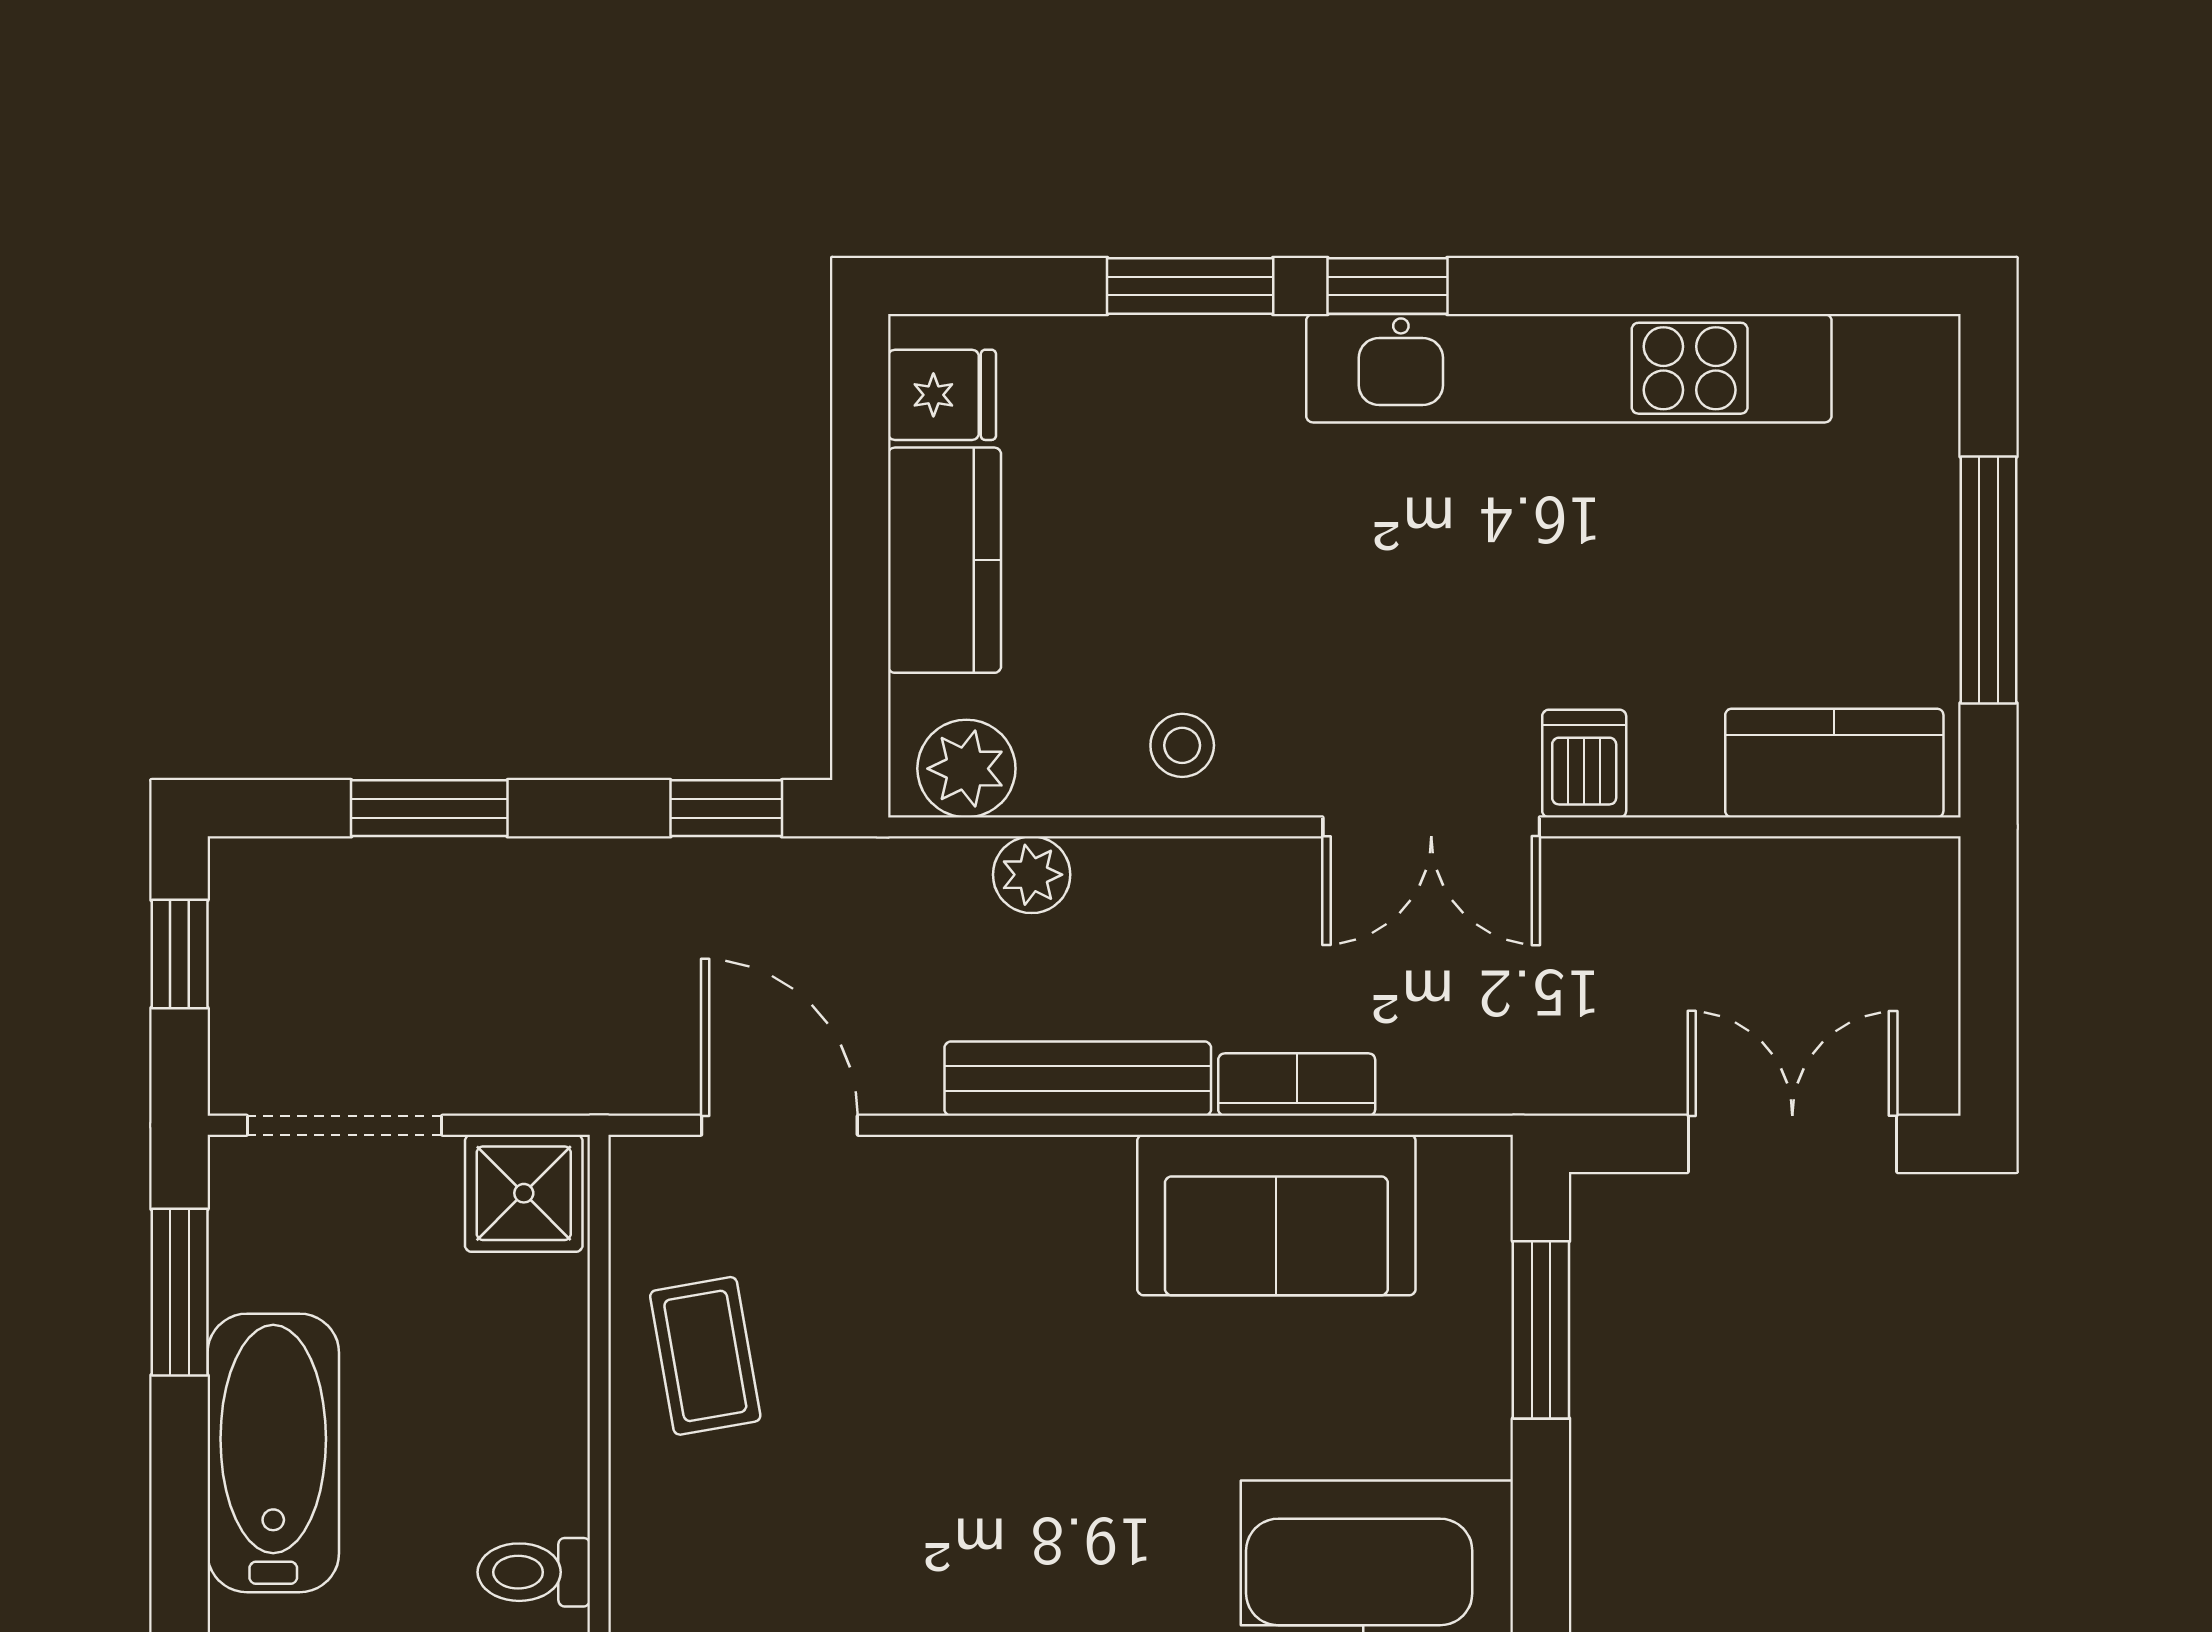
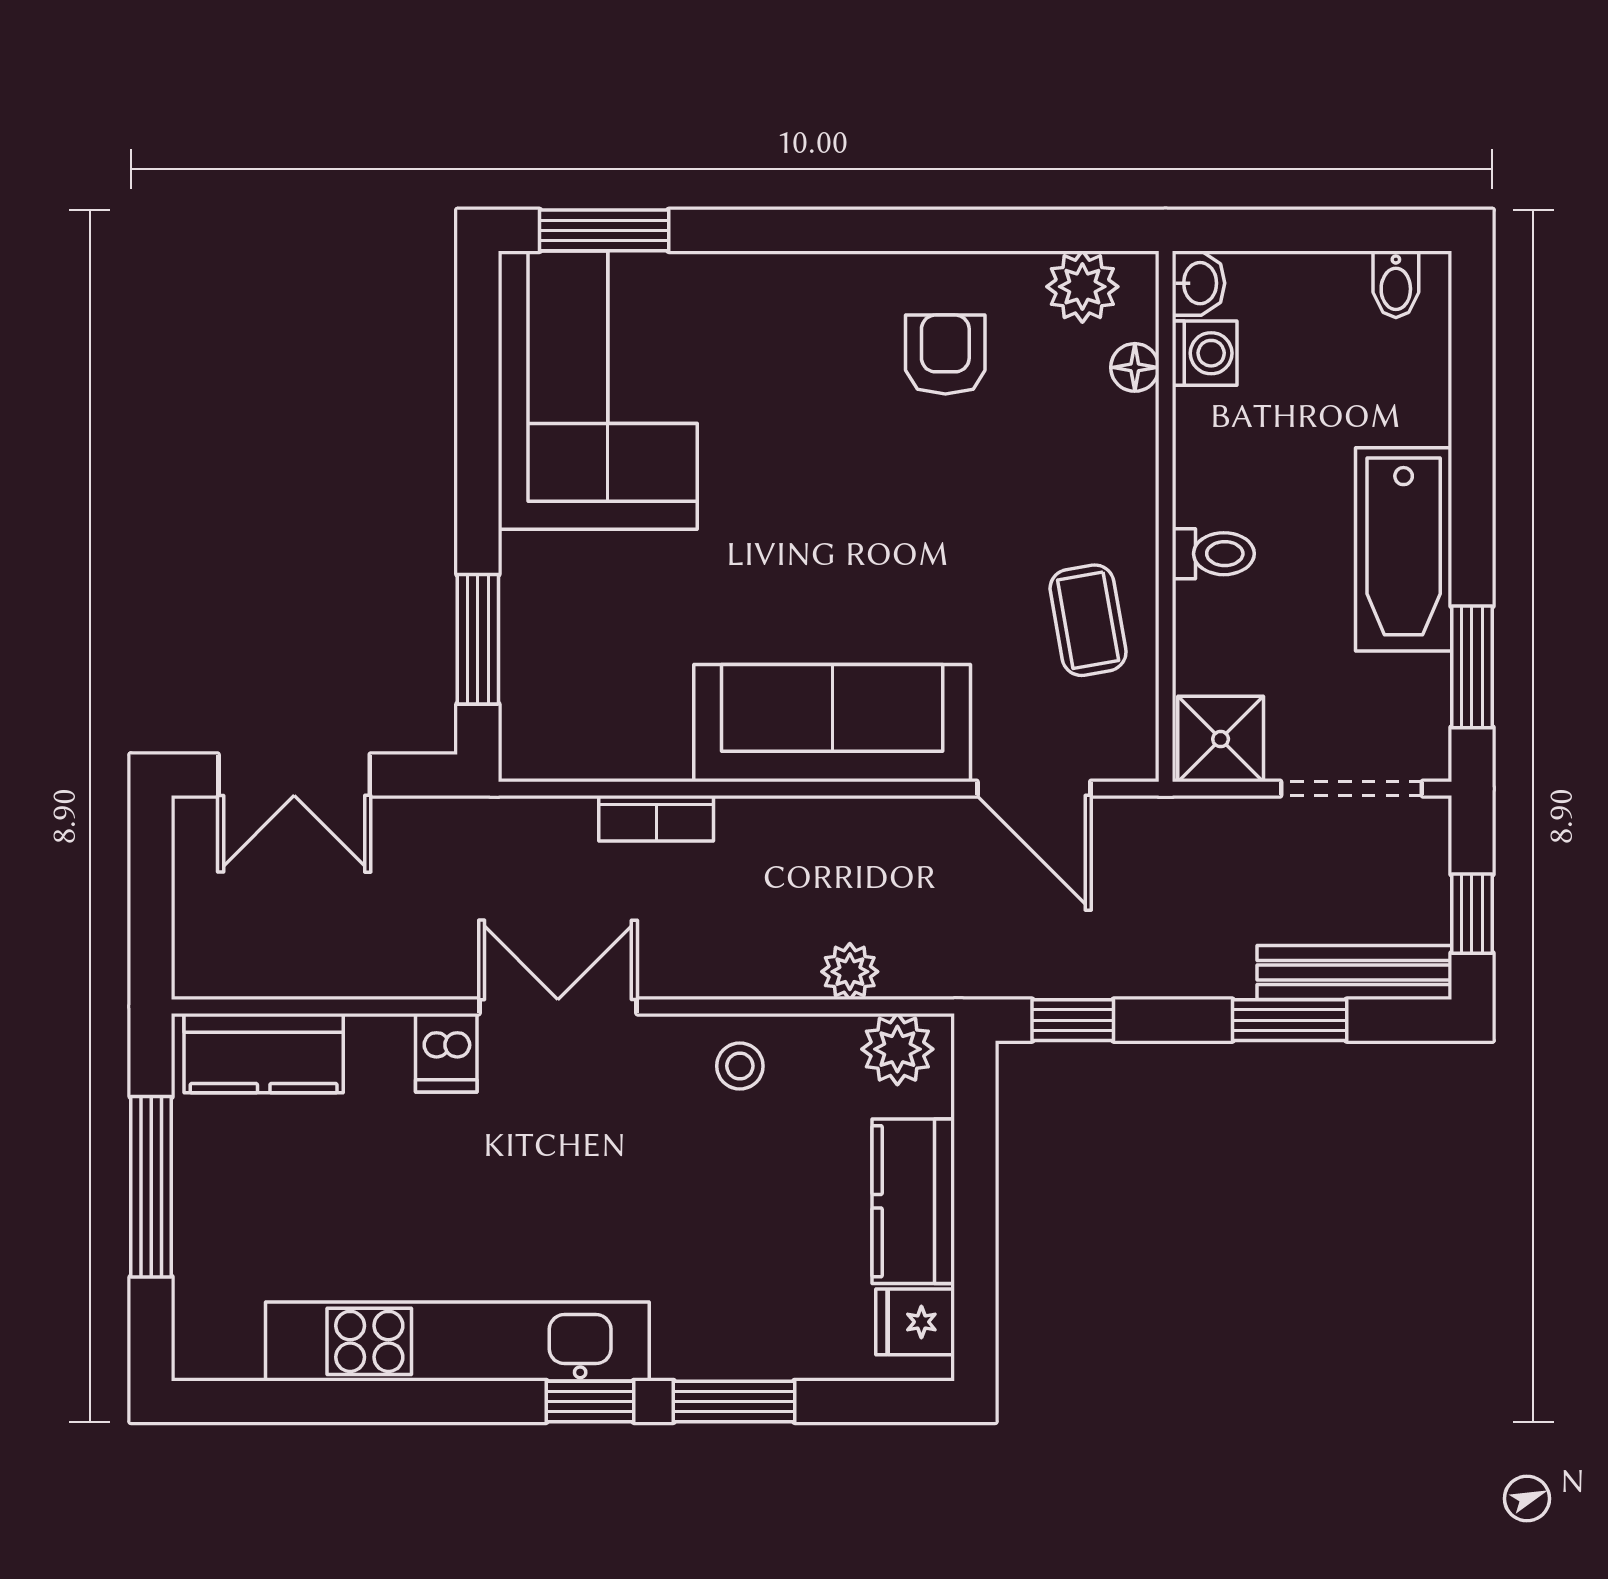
bench: (1078, 1079) -> (1354, 973), moved
sofa: (1276, 1215) -> (832, 723), moved, width x1.36
toilet: (534, 1572) -> (1213, 554), moved

